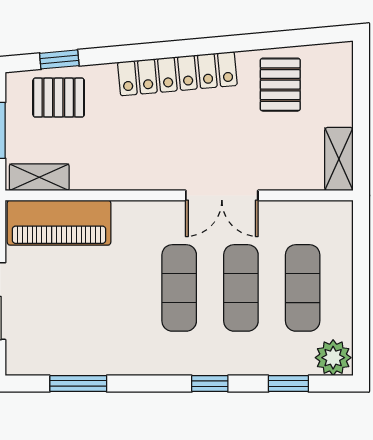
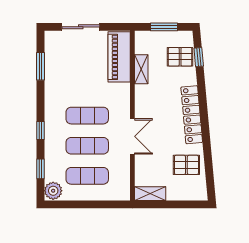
pallet: (59, 98) -> (180, 57), turned 90
shelving: (39, 177) -> (141, 69), moved
double door: (222, 195) -> (132, 136), swing flipped

